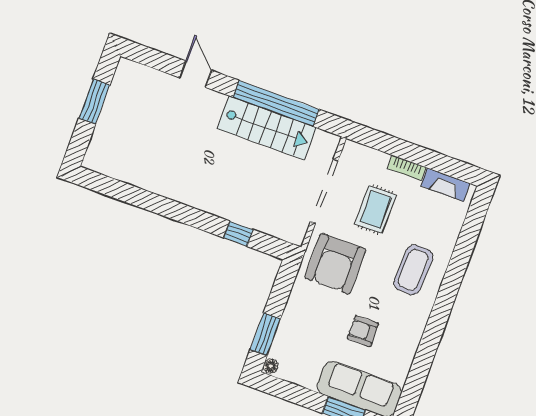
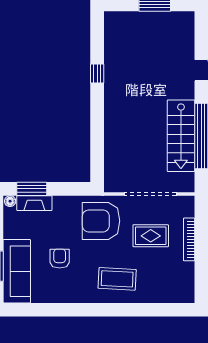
bookcase: (407, 168) -> (189, 239), width x1.56
fireplace: (445, 185) -> (34, 203), moved, turned -90
window: (238, 234) -> (97, 73), moved

